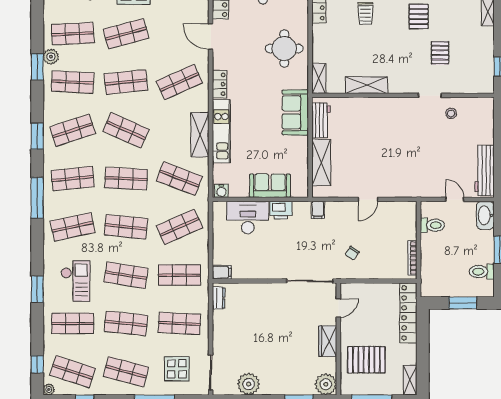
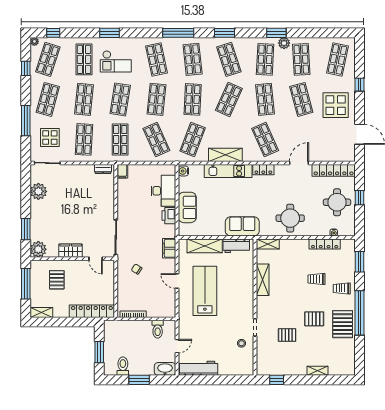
lab bench: (381, 162) -> (205, 291), added
filing cabinet: (318, 210) -> (169, 248), width x2.00
pallet: (366, 360) -> (57, 280), width x0.67, depth x0.71

